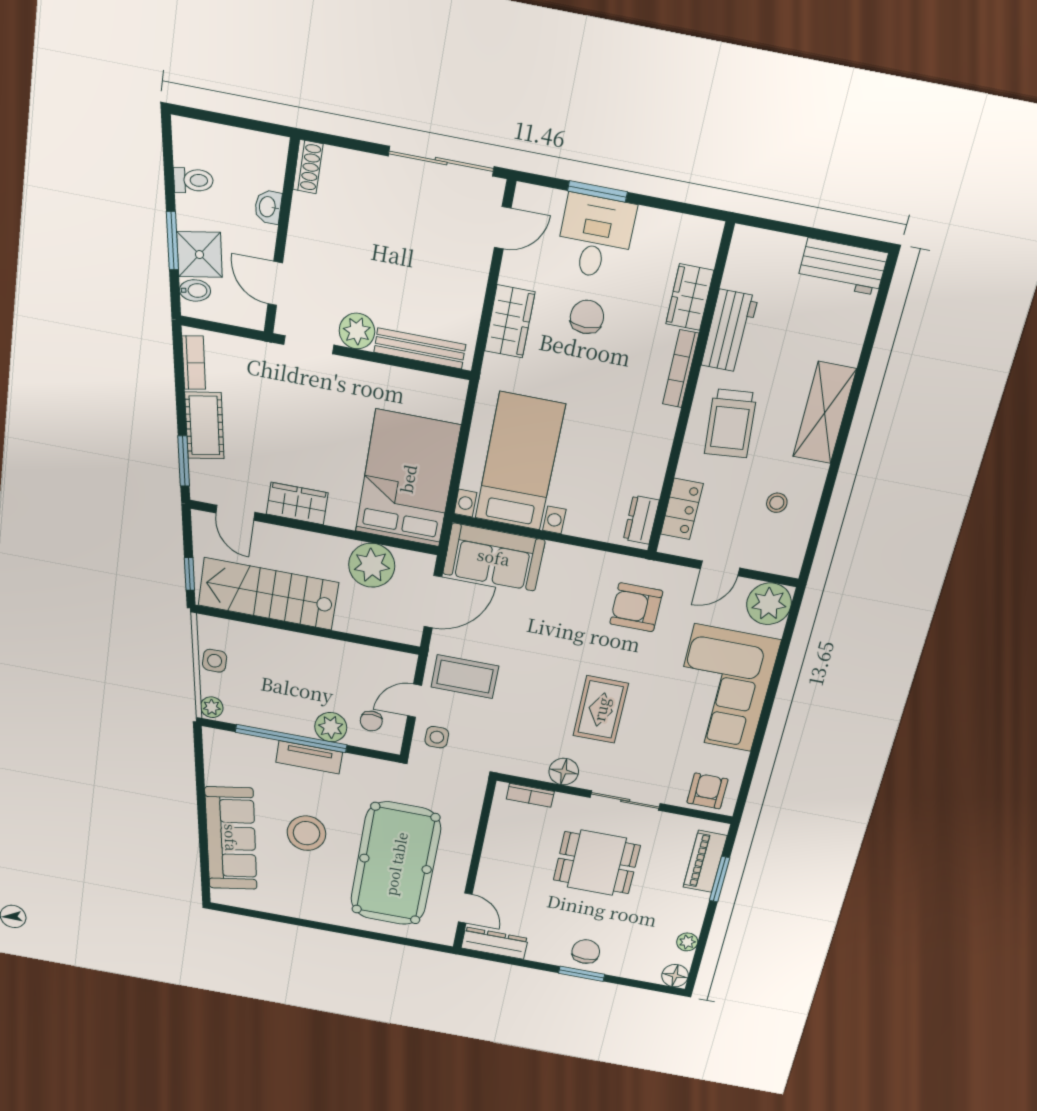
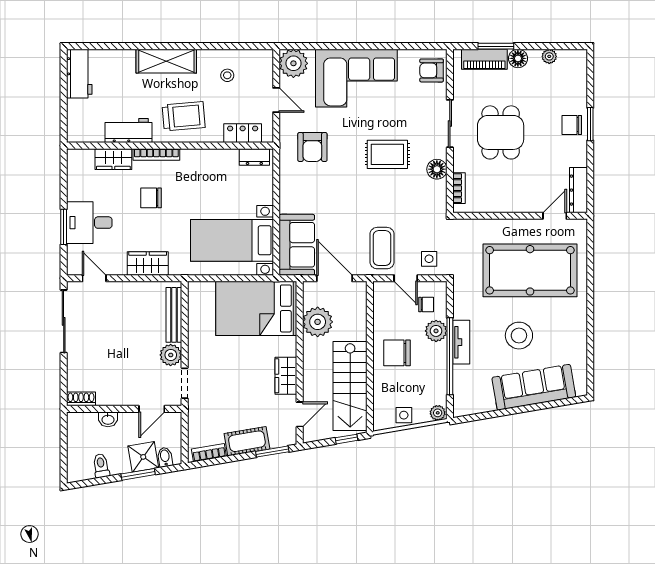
chair: (587, 317) -> (151, 198), moved
chair: (307, 669) -> (397, 353), added
floor lamp: (675, 976) -> (518, 58), moved

